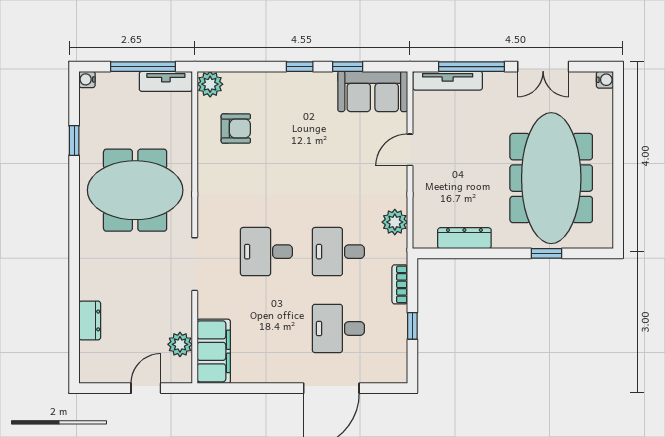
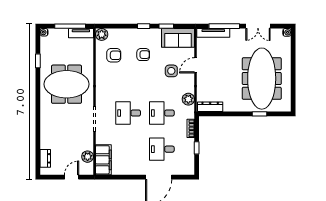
armchair: (298, 127) -> (143, 55), added
side table: (358, 162) -> (171, 71), added
dresser: (464, 238) -> (210, 107), moved
dresser: (90, 320) -> (45, 158), moved

